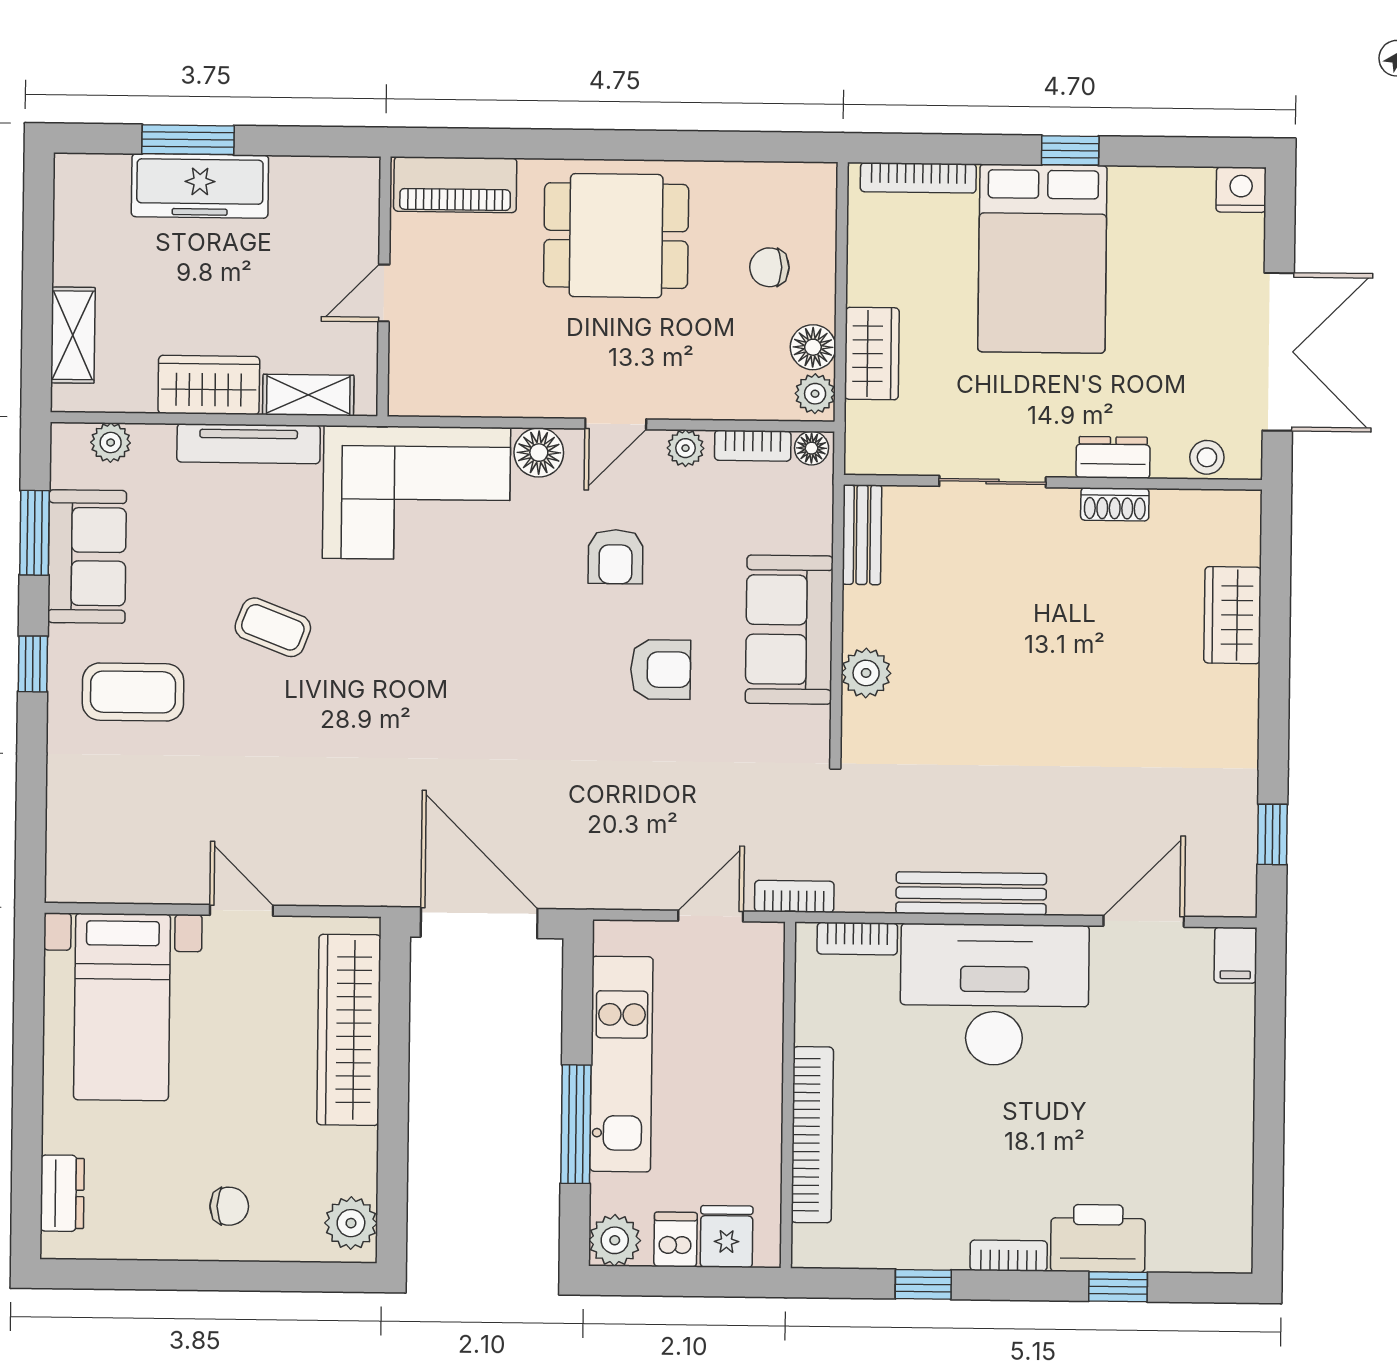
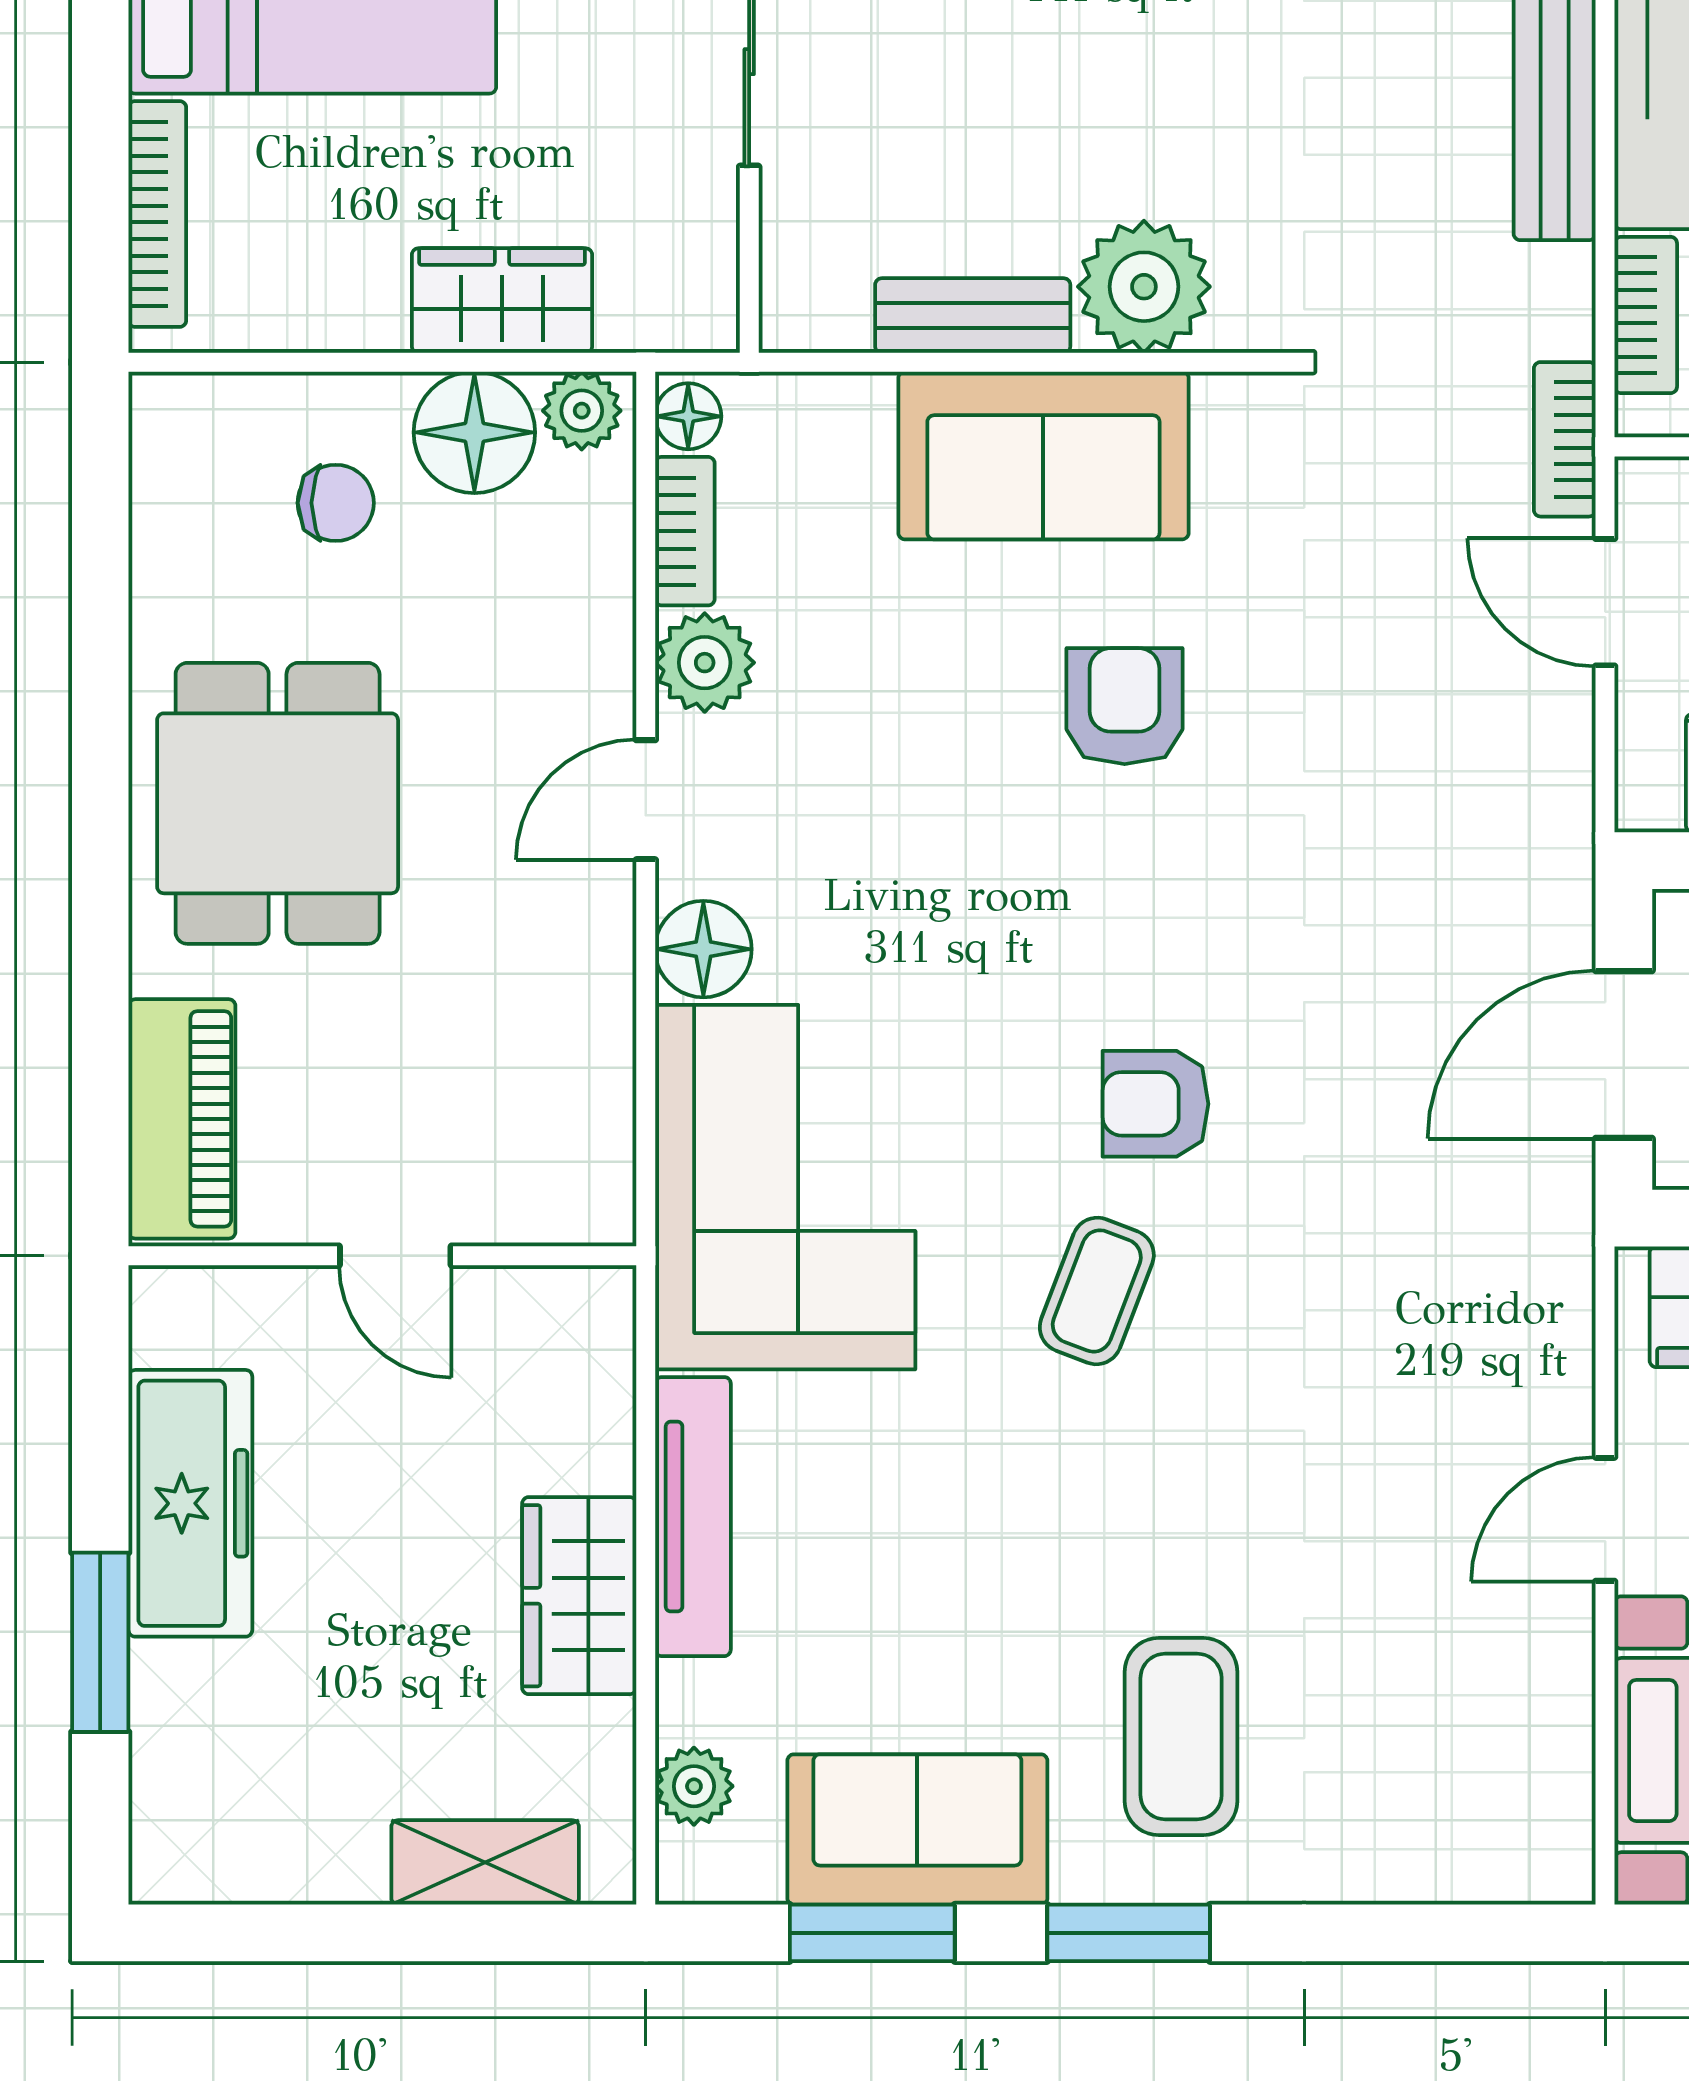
freezer: (200, 186) -> (190, 1503), moved
chair: (769, 267) -> (336, 503), turned -90
floor lamp: (813, 347) -> (474, 432), width x1.38, depth x1.38
shelving: (308, 395) -> (596, 1401), removed
door: (616, 424) -> (646, 800), swing flipped
plant: (685, 448) -> (705, 663), width x1.38, depth x1.38
bench: (862, 535) -> (973, 316), moved
armchair: (616, 557) -> (1155, 1104), moved, turned 180
coffee table: (273, 627) -> (1097, 1291), moved
window: (33, 664) -> (1129, 1933), width x1.50
plant: (866, 673) -> (1144, 287), width x1.36, depth x1.36
door: (479, 923) -> (1624, 1054), width x0.73

